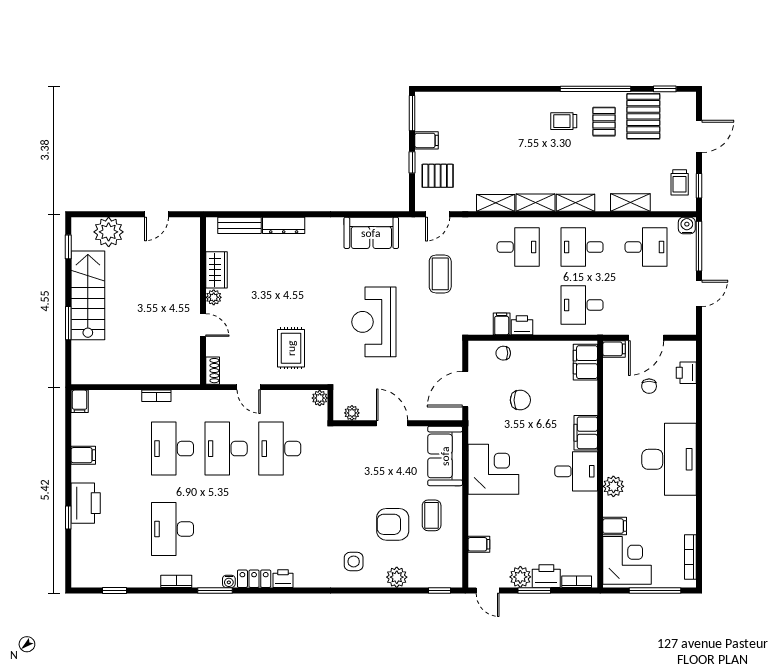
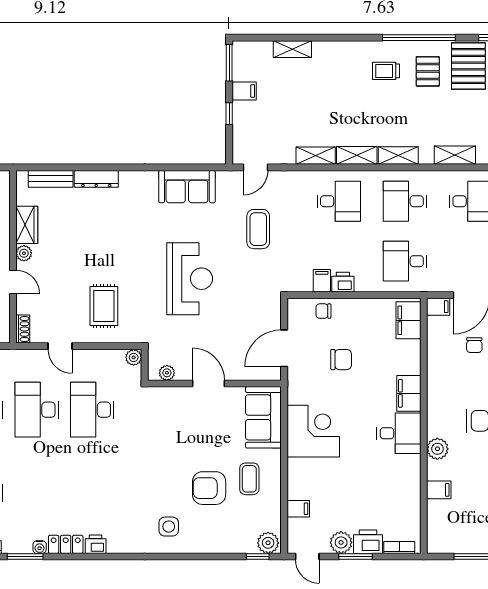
shelving: (473, 100) -> (292, 49), added
pallet: (438, 176) -> (256, 128), removed
reception desk: (374, 322) -> (190, 279), turned 180
corner desk: (627, 560) -> (452, 525), removed
plant: (397, 577) -> (268, 543), moved

